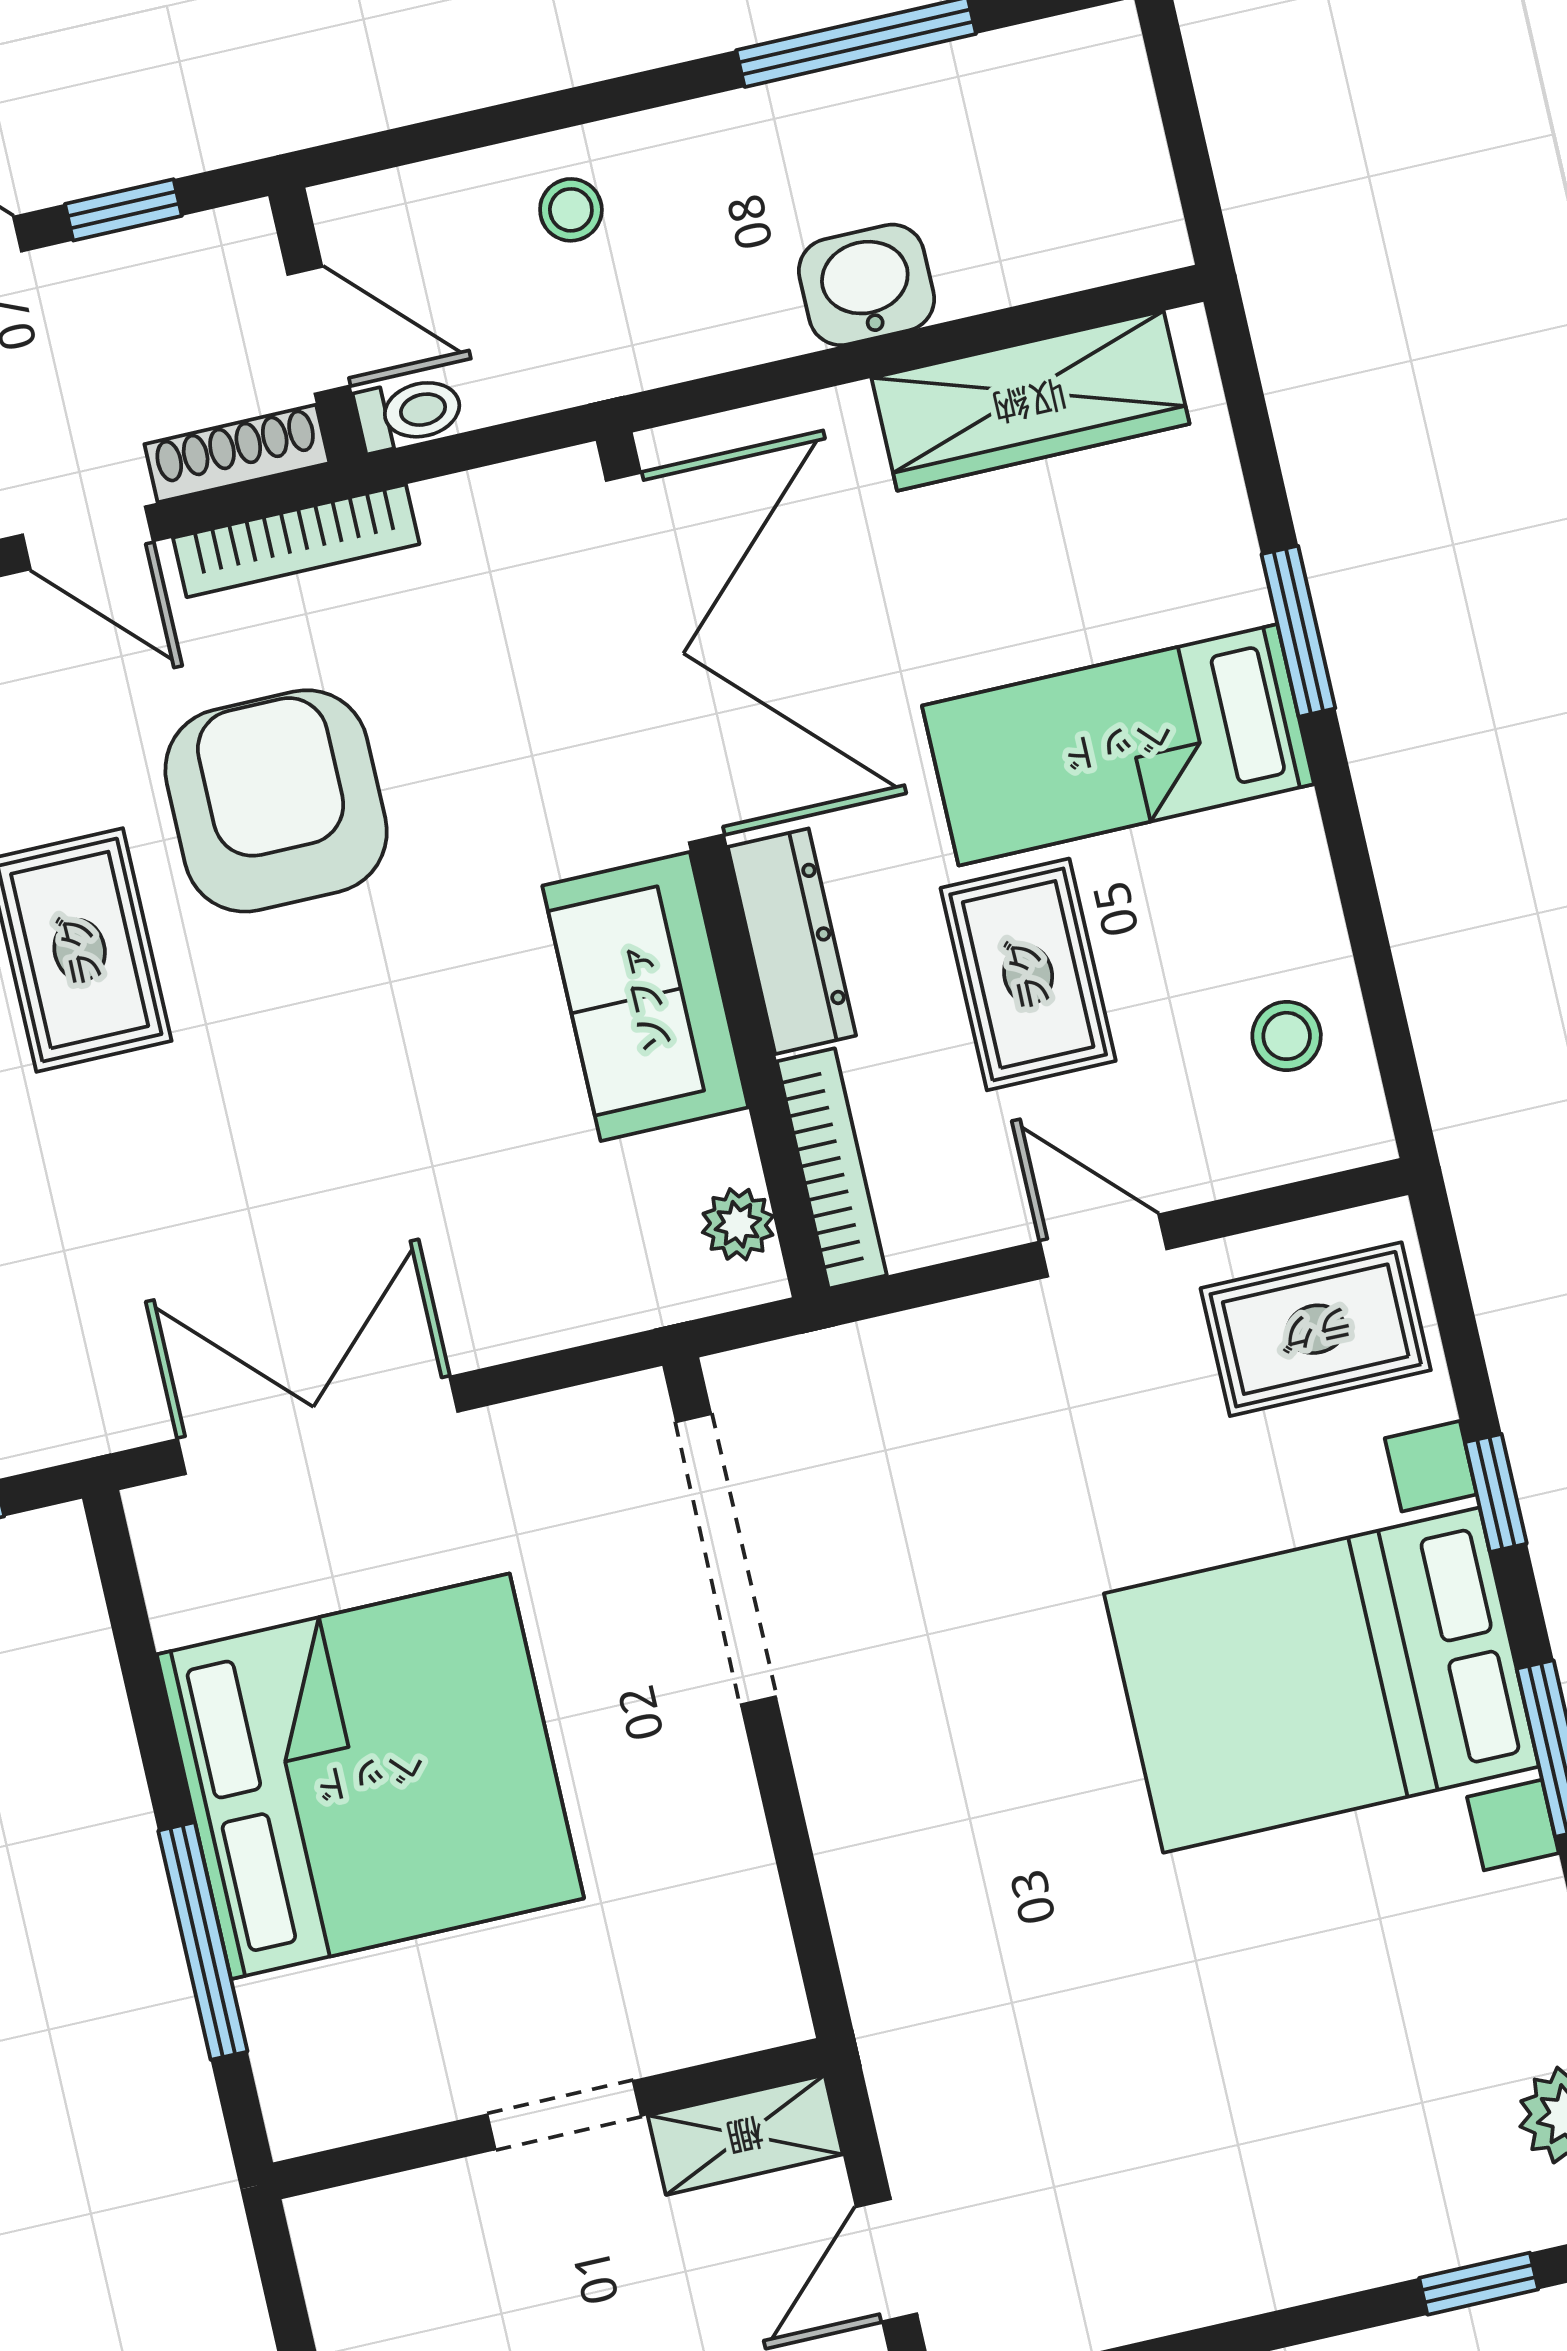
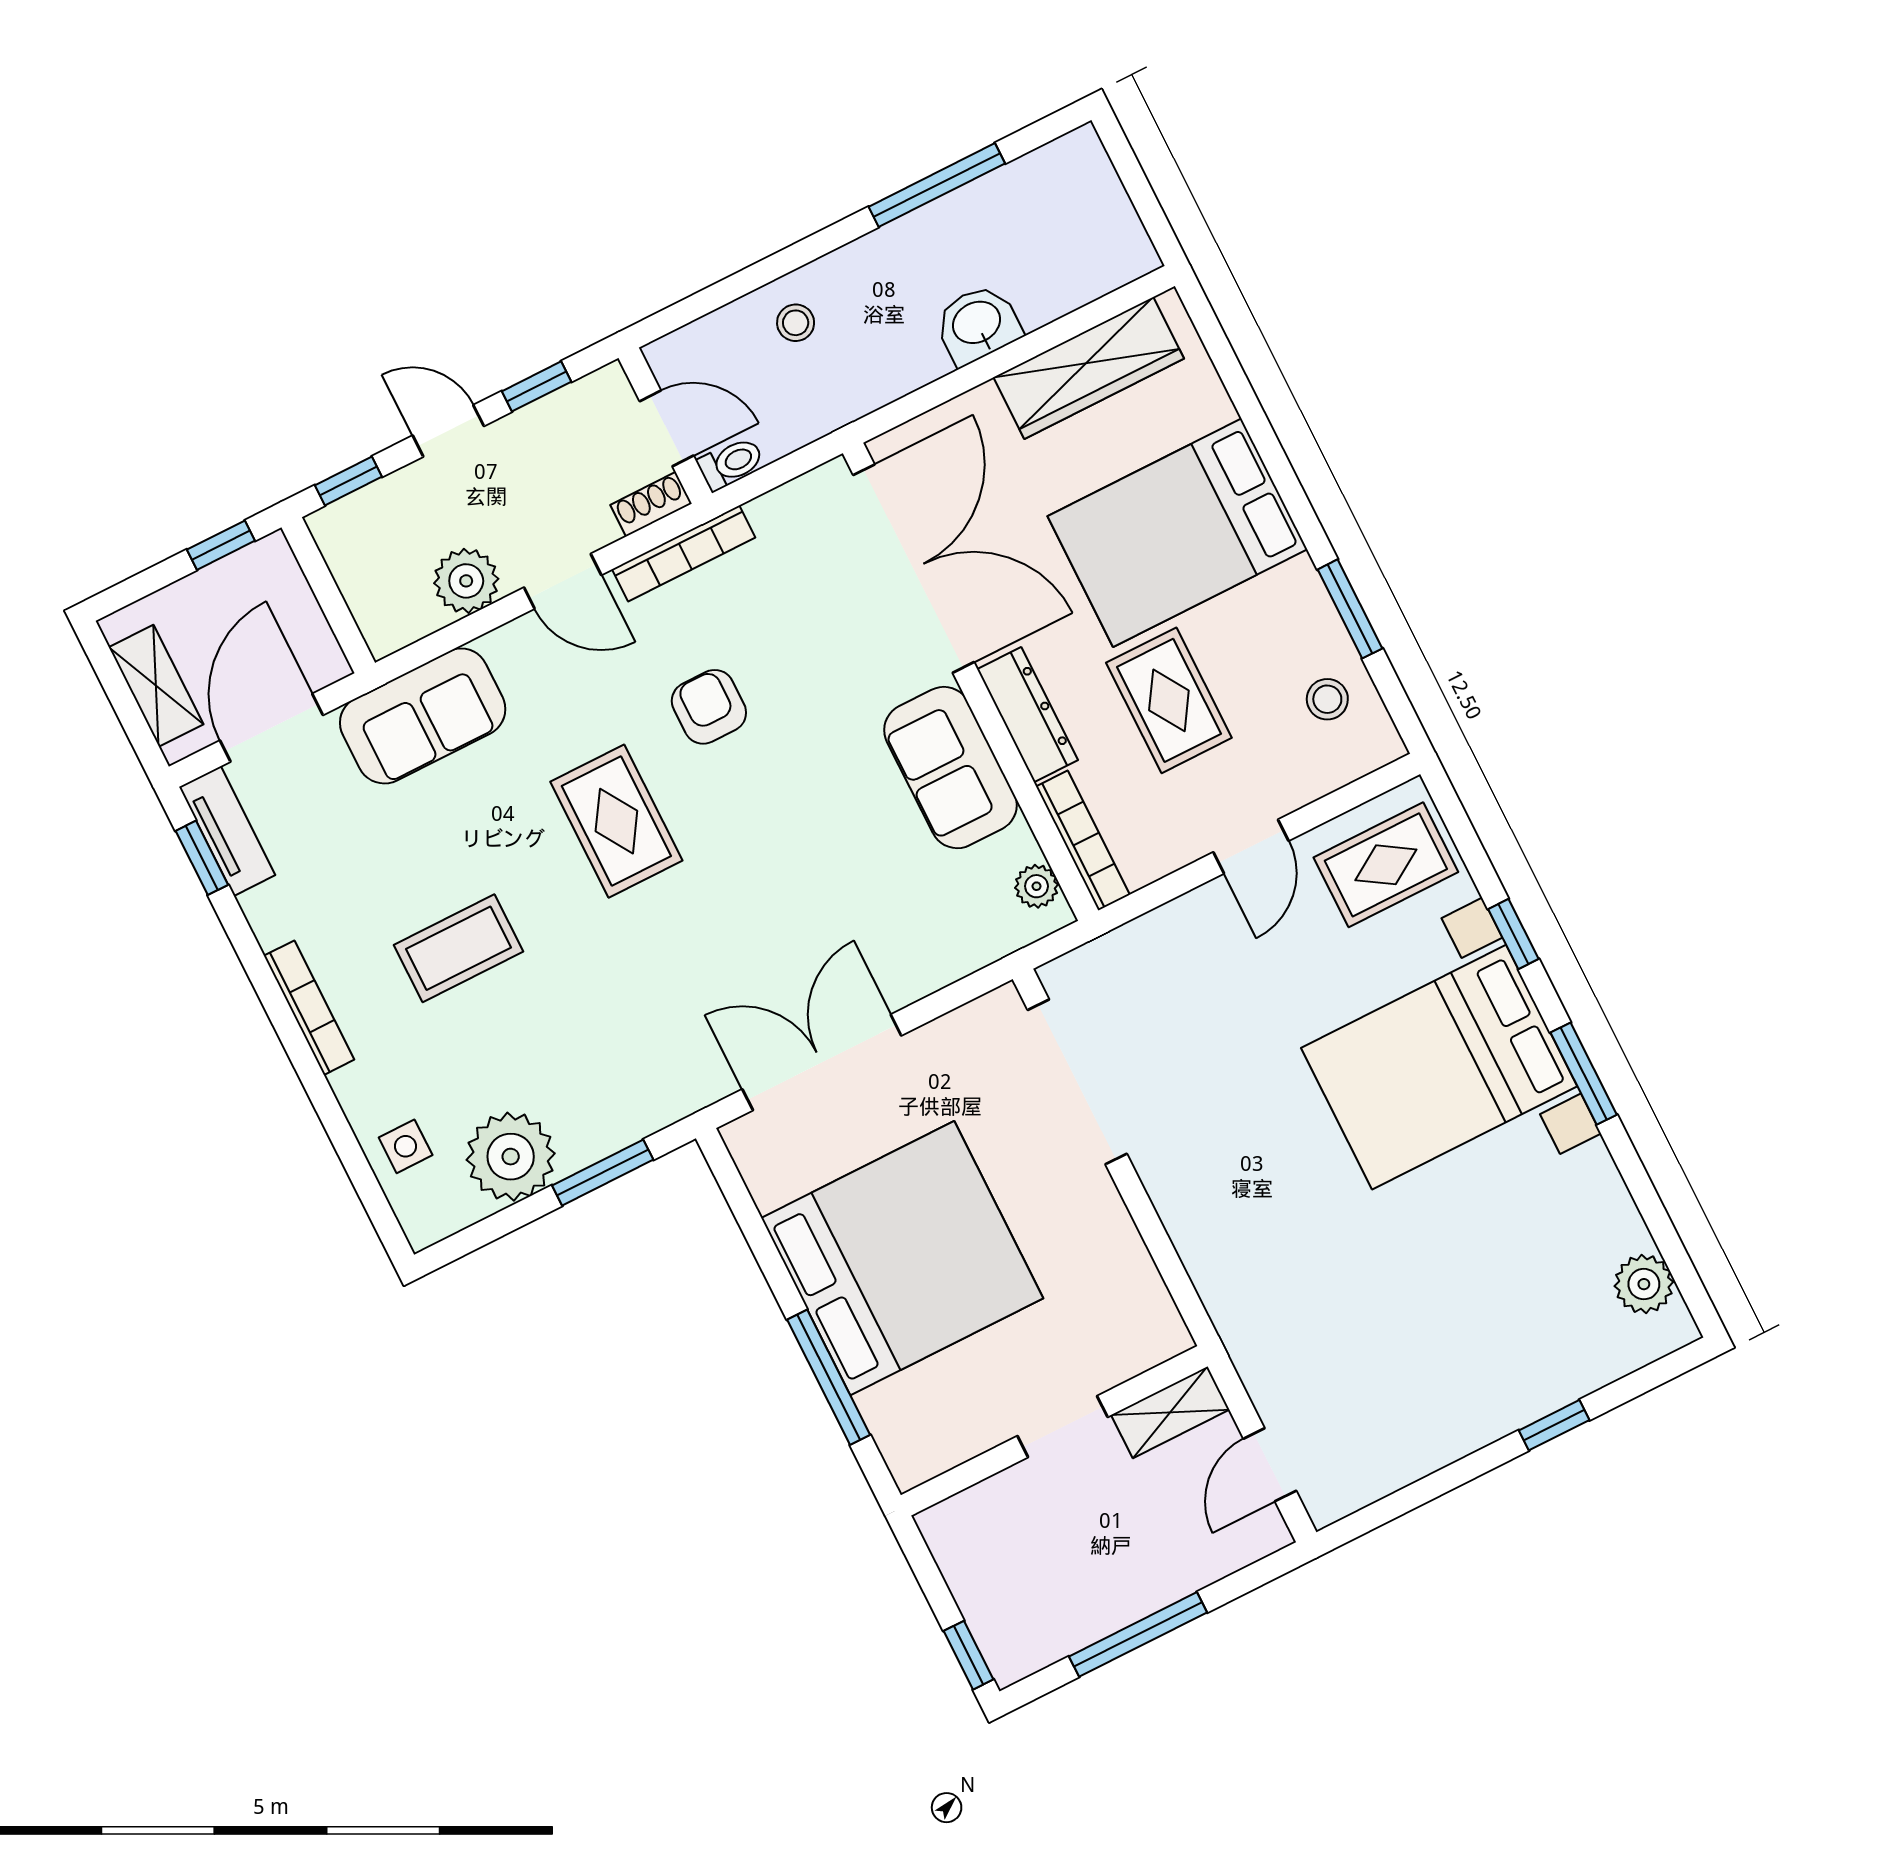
shoe rack: (237, 454) -> (651, 504), width x0.70
window: (1298, 631) -> (1350, 609), moved
bed: (1118, 745) -> (1177, 533), width x1.50
armchair: (276, 801) -> (709, 707), width x0.53, depth x0.53
door: (1103, 1245) -> (1251, 846), swing flipped
window: (1479, 2284) -> (1554, 1425), moved

